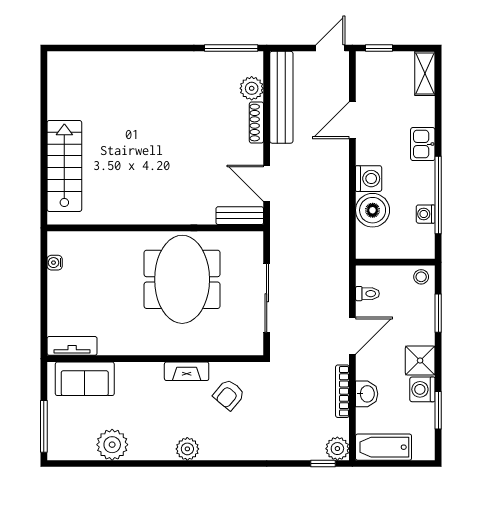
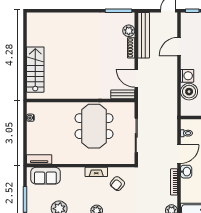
washbasin: (367, 394) -> (186, 172), moved

